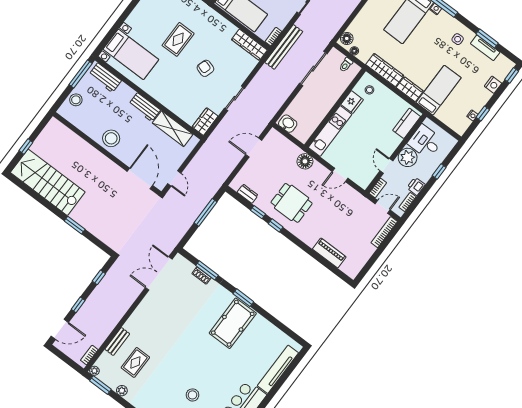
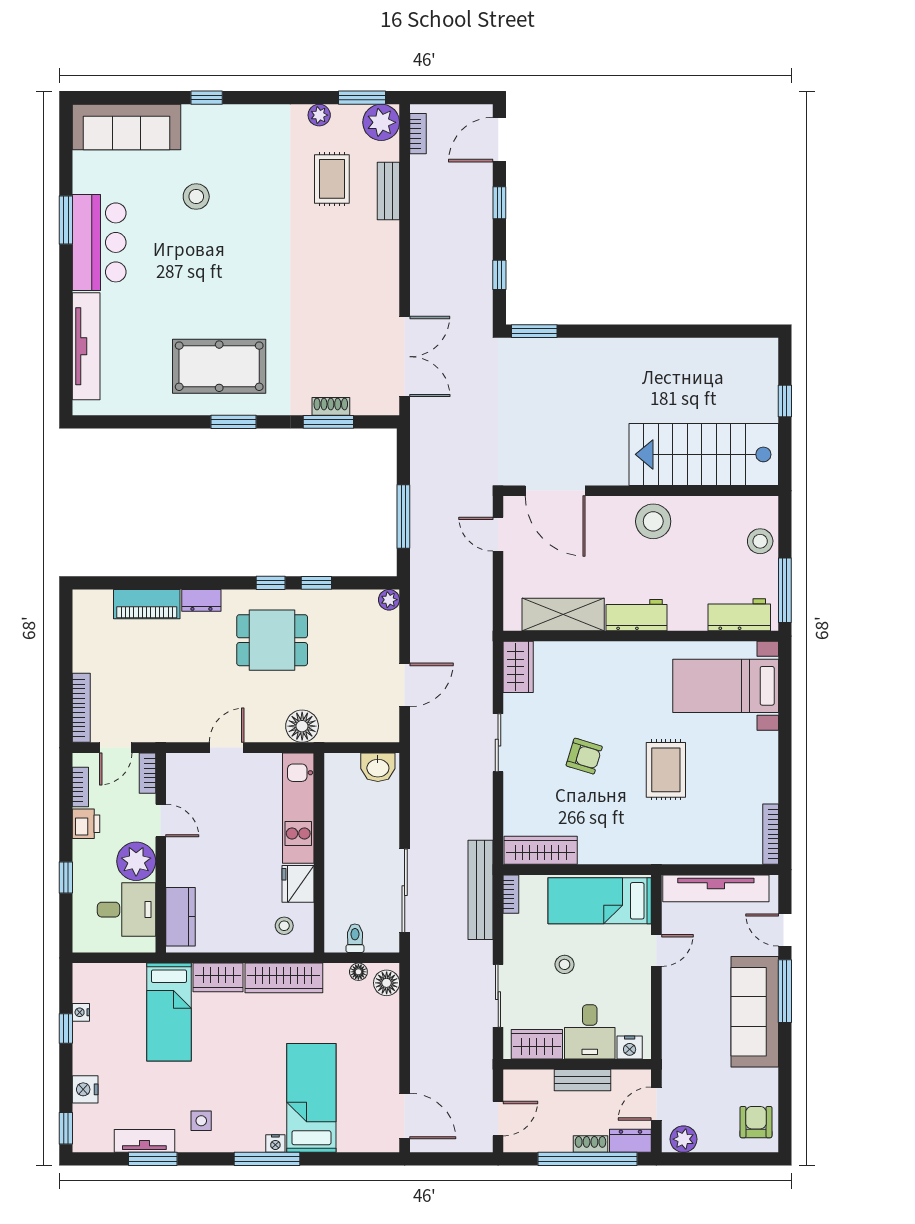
stairs: (48, 182) -> (704, 454), moved, turned 180
plant: (235, 185) -> (389, 600), added
dresser: (248, 194) -> (201, 600), moved
window: (75, 225) -> (534, 331), moved
pool table: (233, 323) -> (219, 366), turned 90
plant: (94, 371) -> (381, 122), width x1.88, depth x1.88

